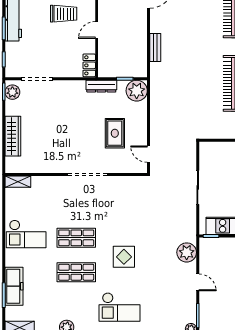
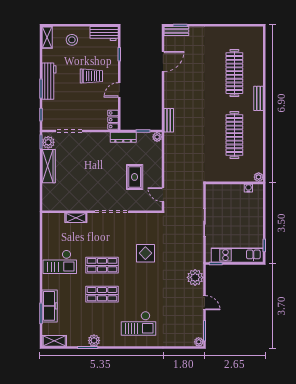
bench: (155, 48) -> (169, 120), moved
plant: (137, 91) -> (157, 137), width x0.53, depth x0.53
wardrobe: (13, 136) -> (49, 166), moved
shelving: (18, 182) -> (76, 218), moved
display table: (124, 257) -> (145, 253), moved

